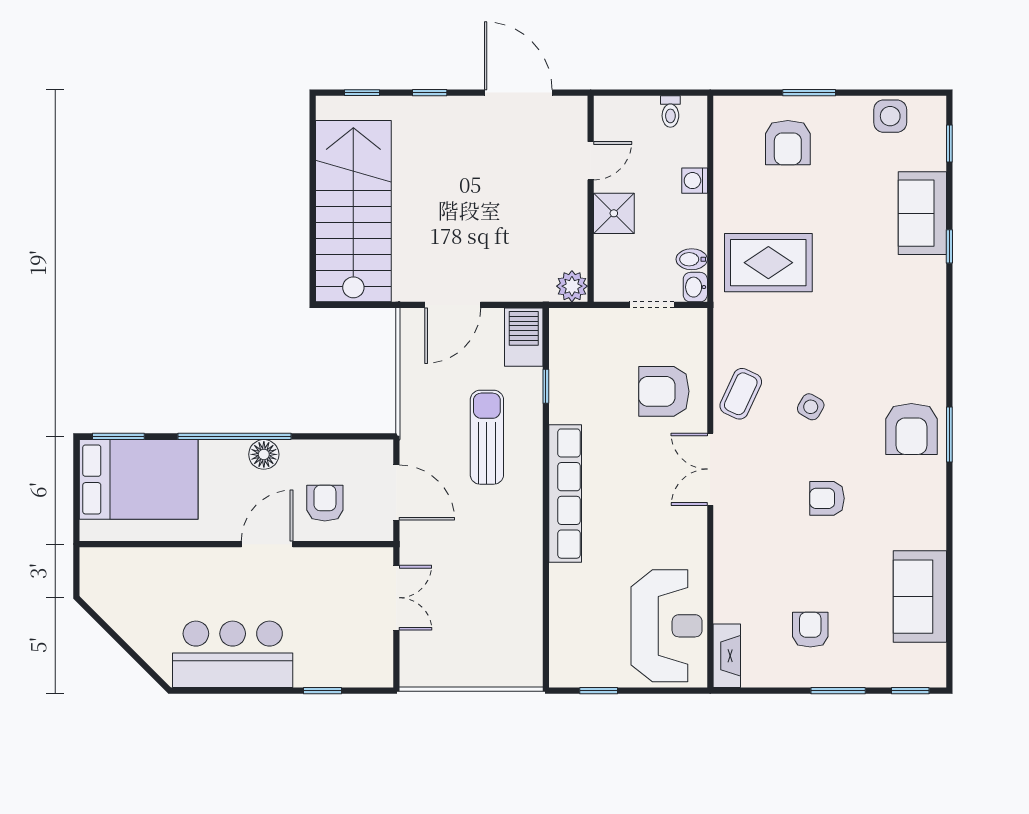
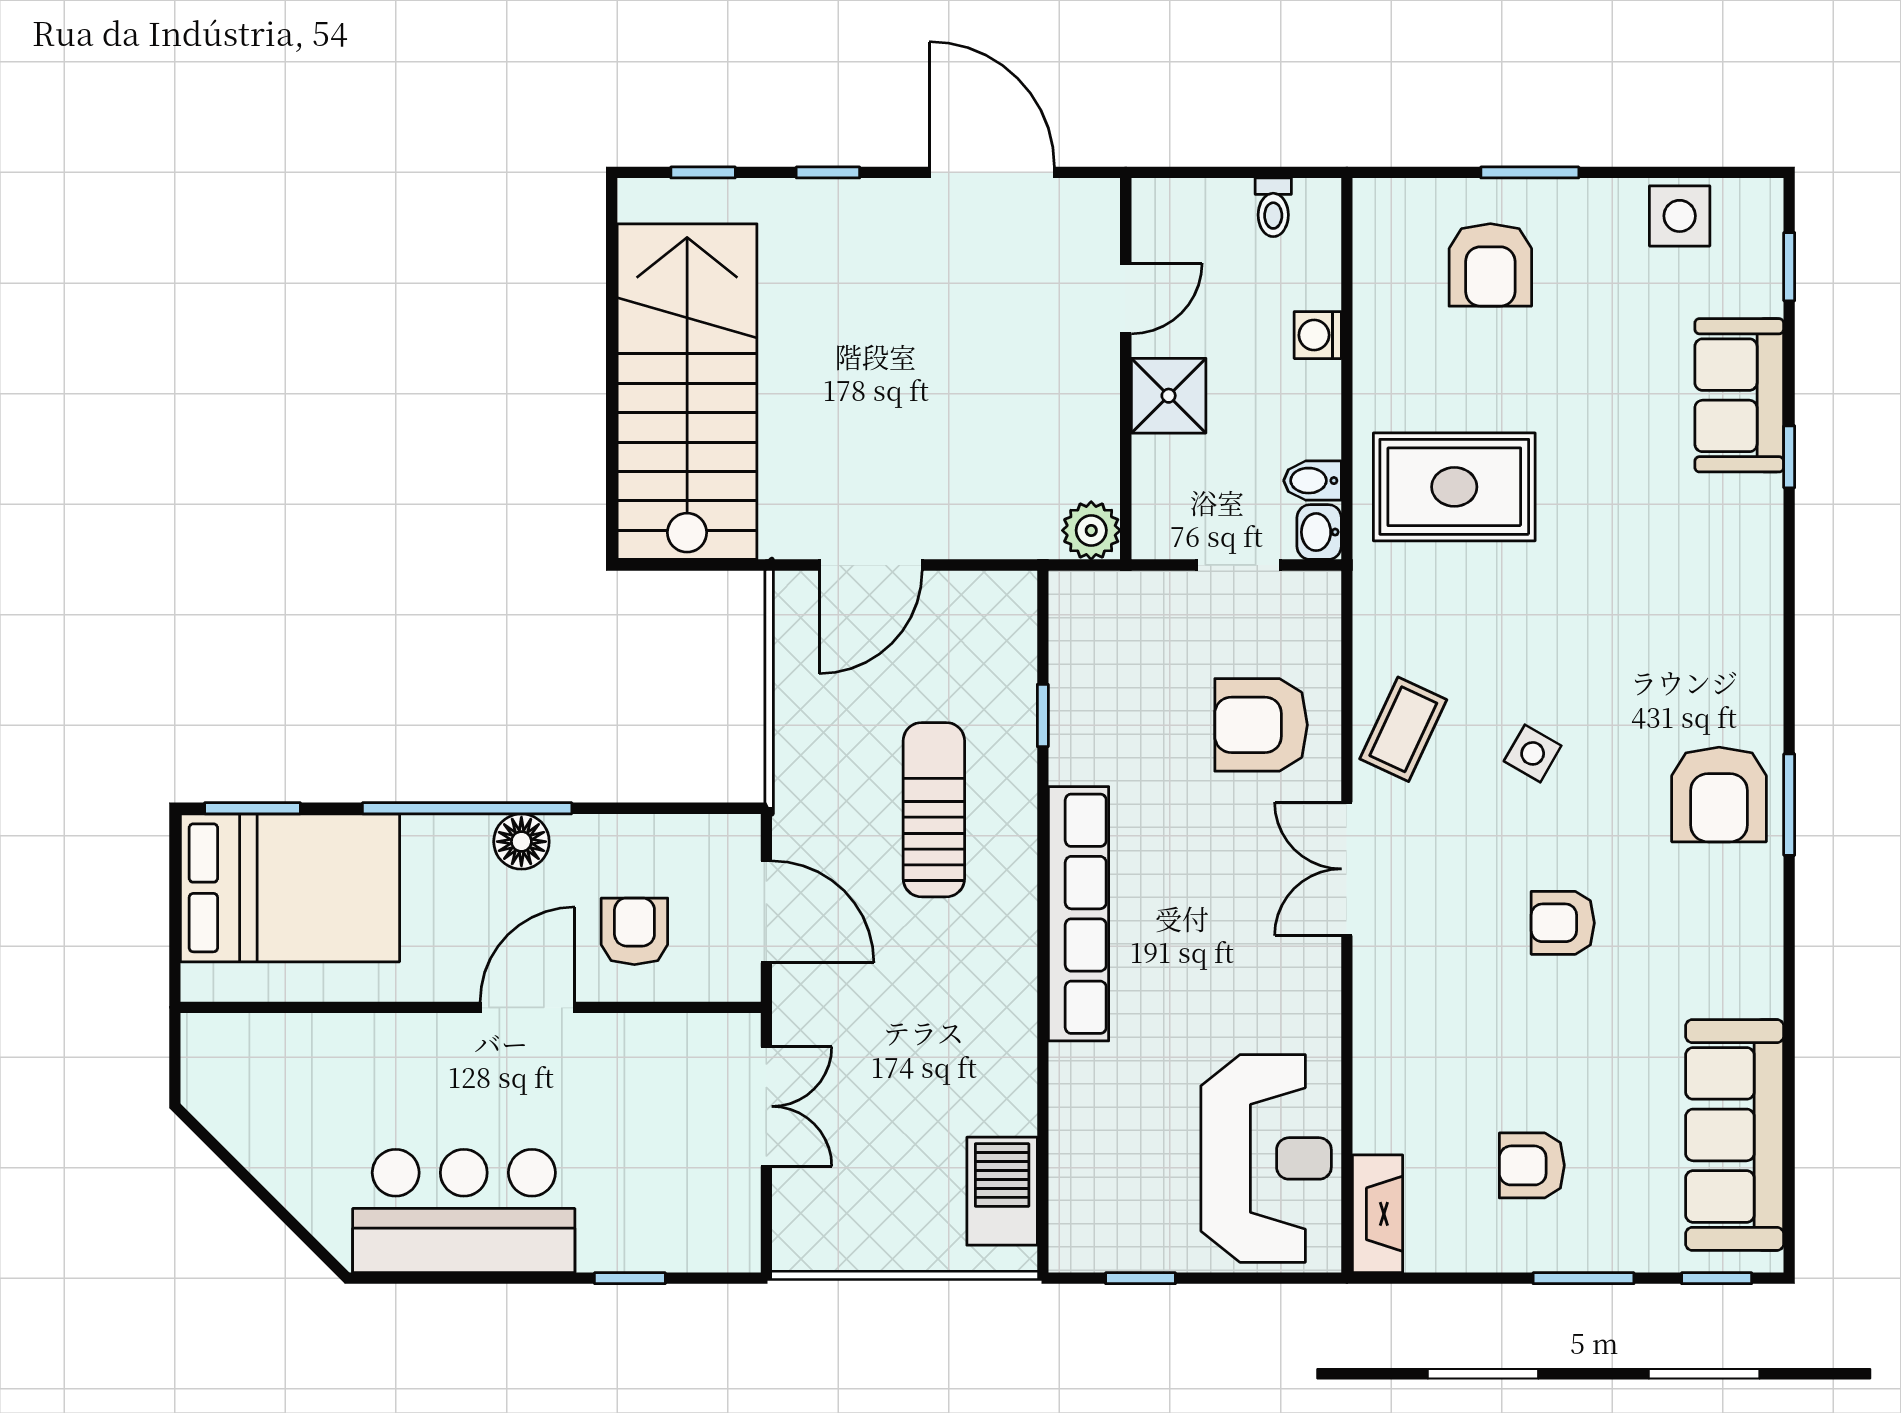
barbecue: (524, 337) -> (1002, 1191), moved
sofa: (920, 597) -> (1735, 1135), width x1.36
armchair: (810, 630) -> (1532, 1165), turned -90

